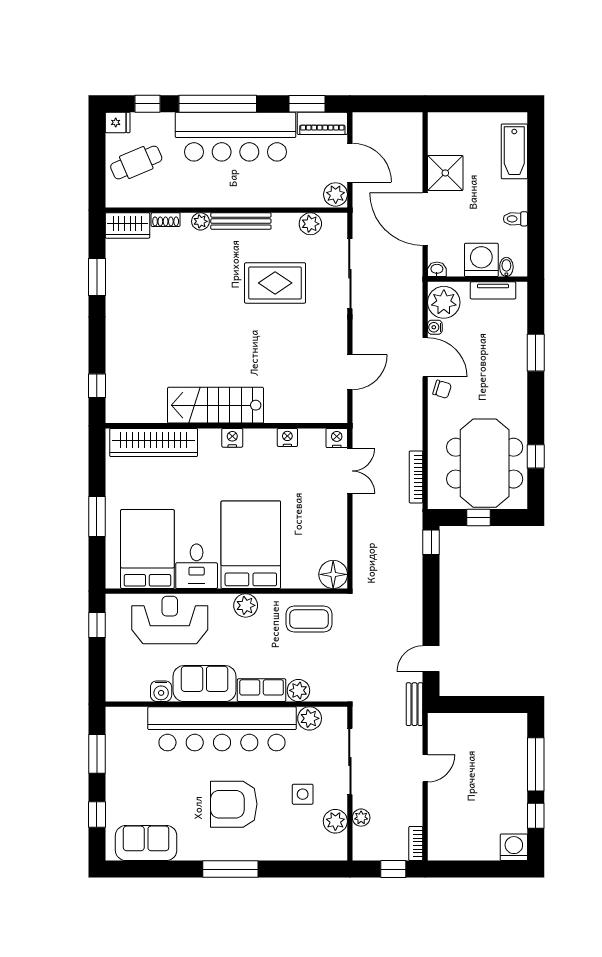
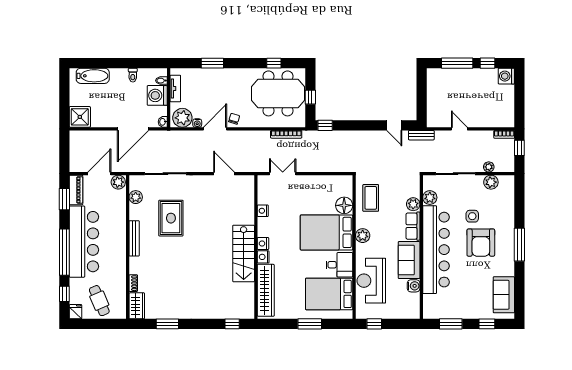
shower: (445, 173) -> (80, 117), moved
plant: (200, 221) -> (134, 262), removed
nightstand: (337, 438) -> (263, 257), moved
floor lamp: (333, 574) -> (344, 205), moved
side table: (303, 794) -> (472, 216), moved

